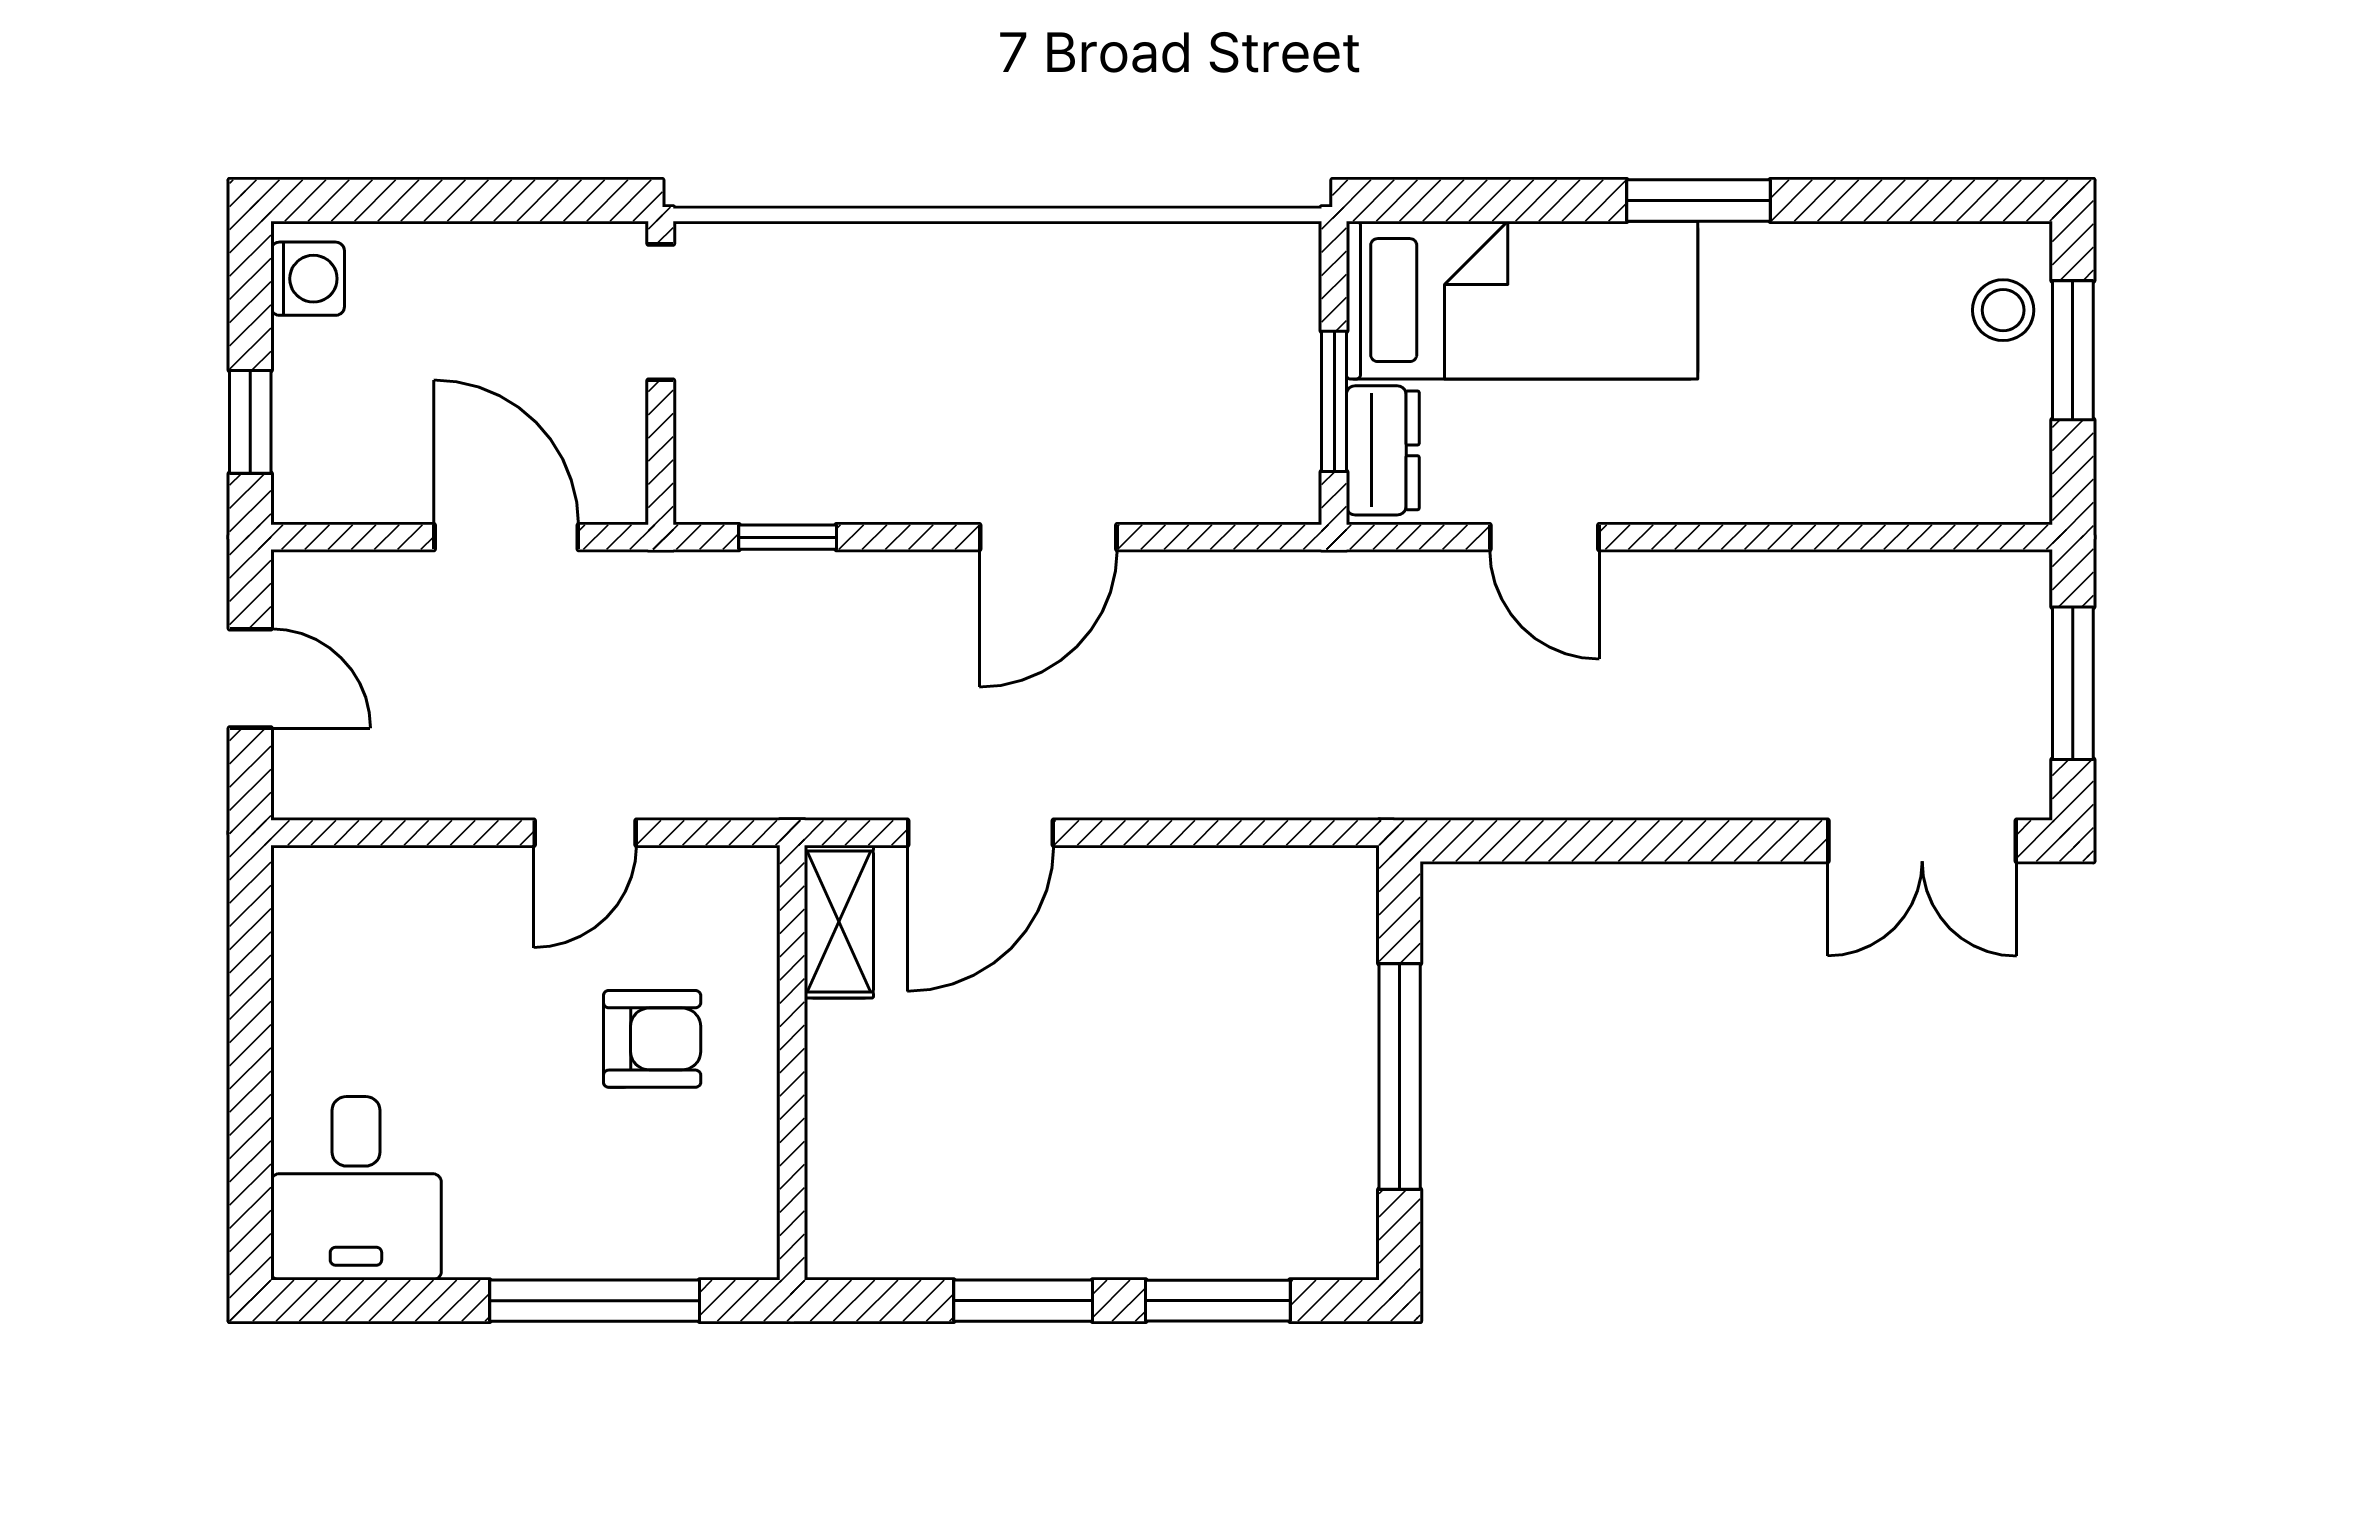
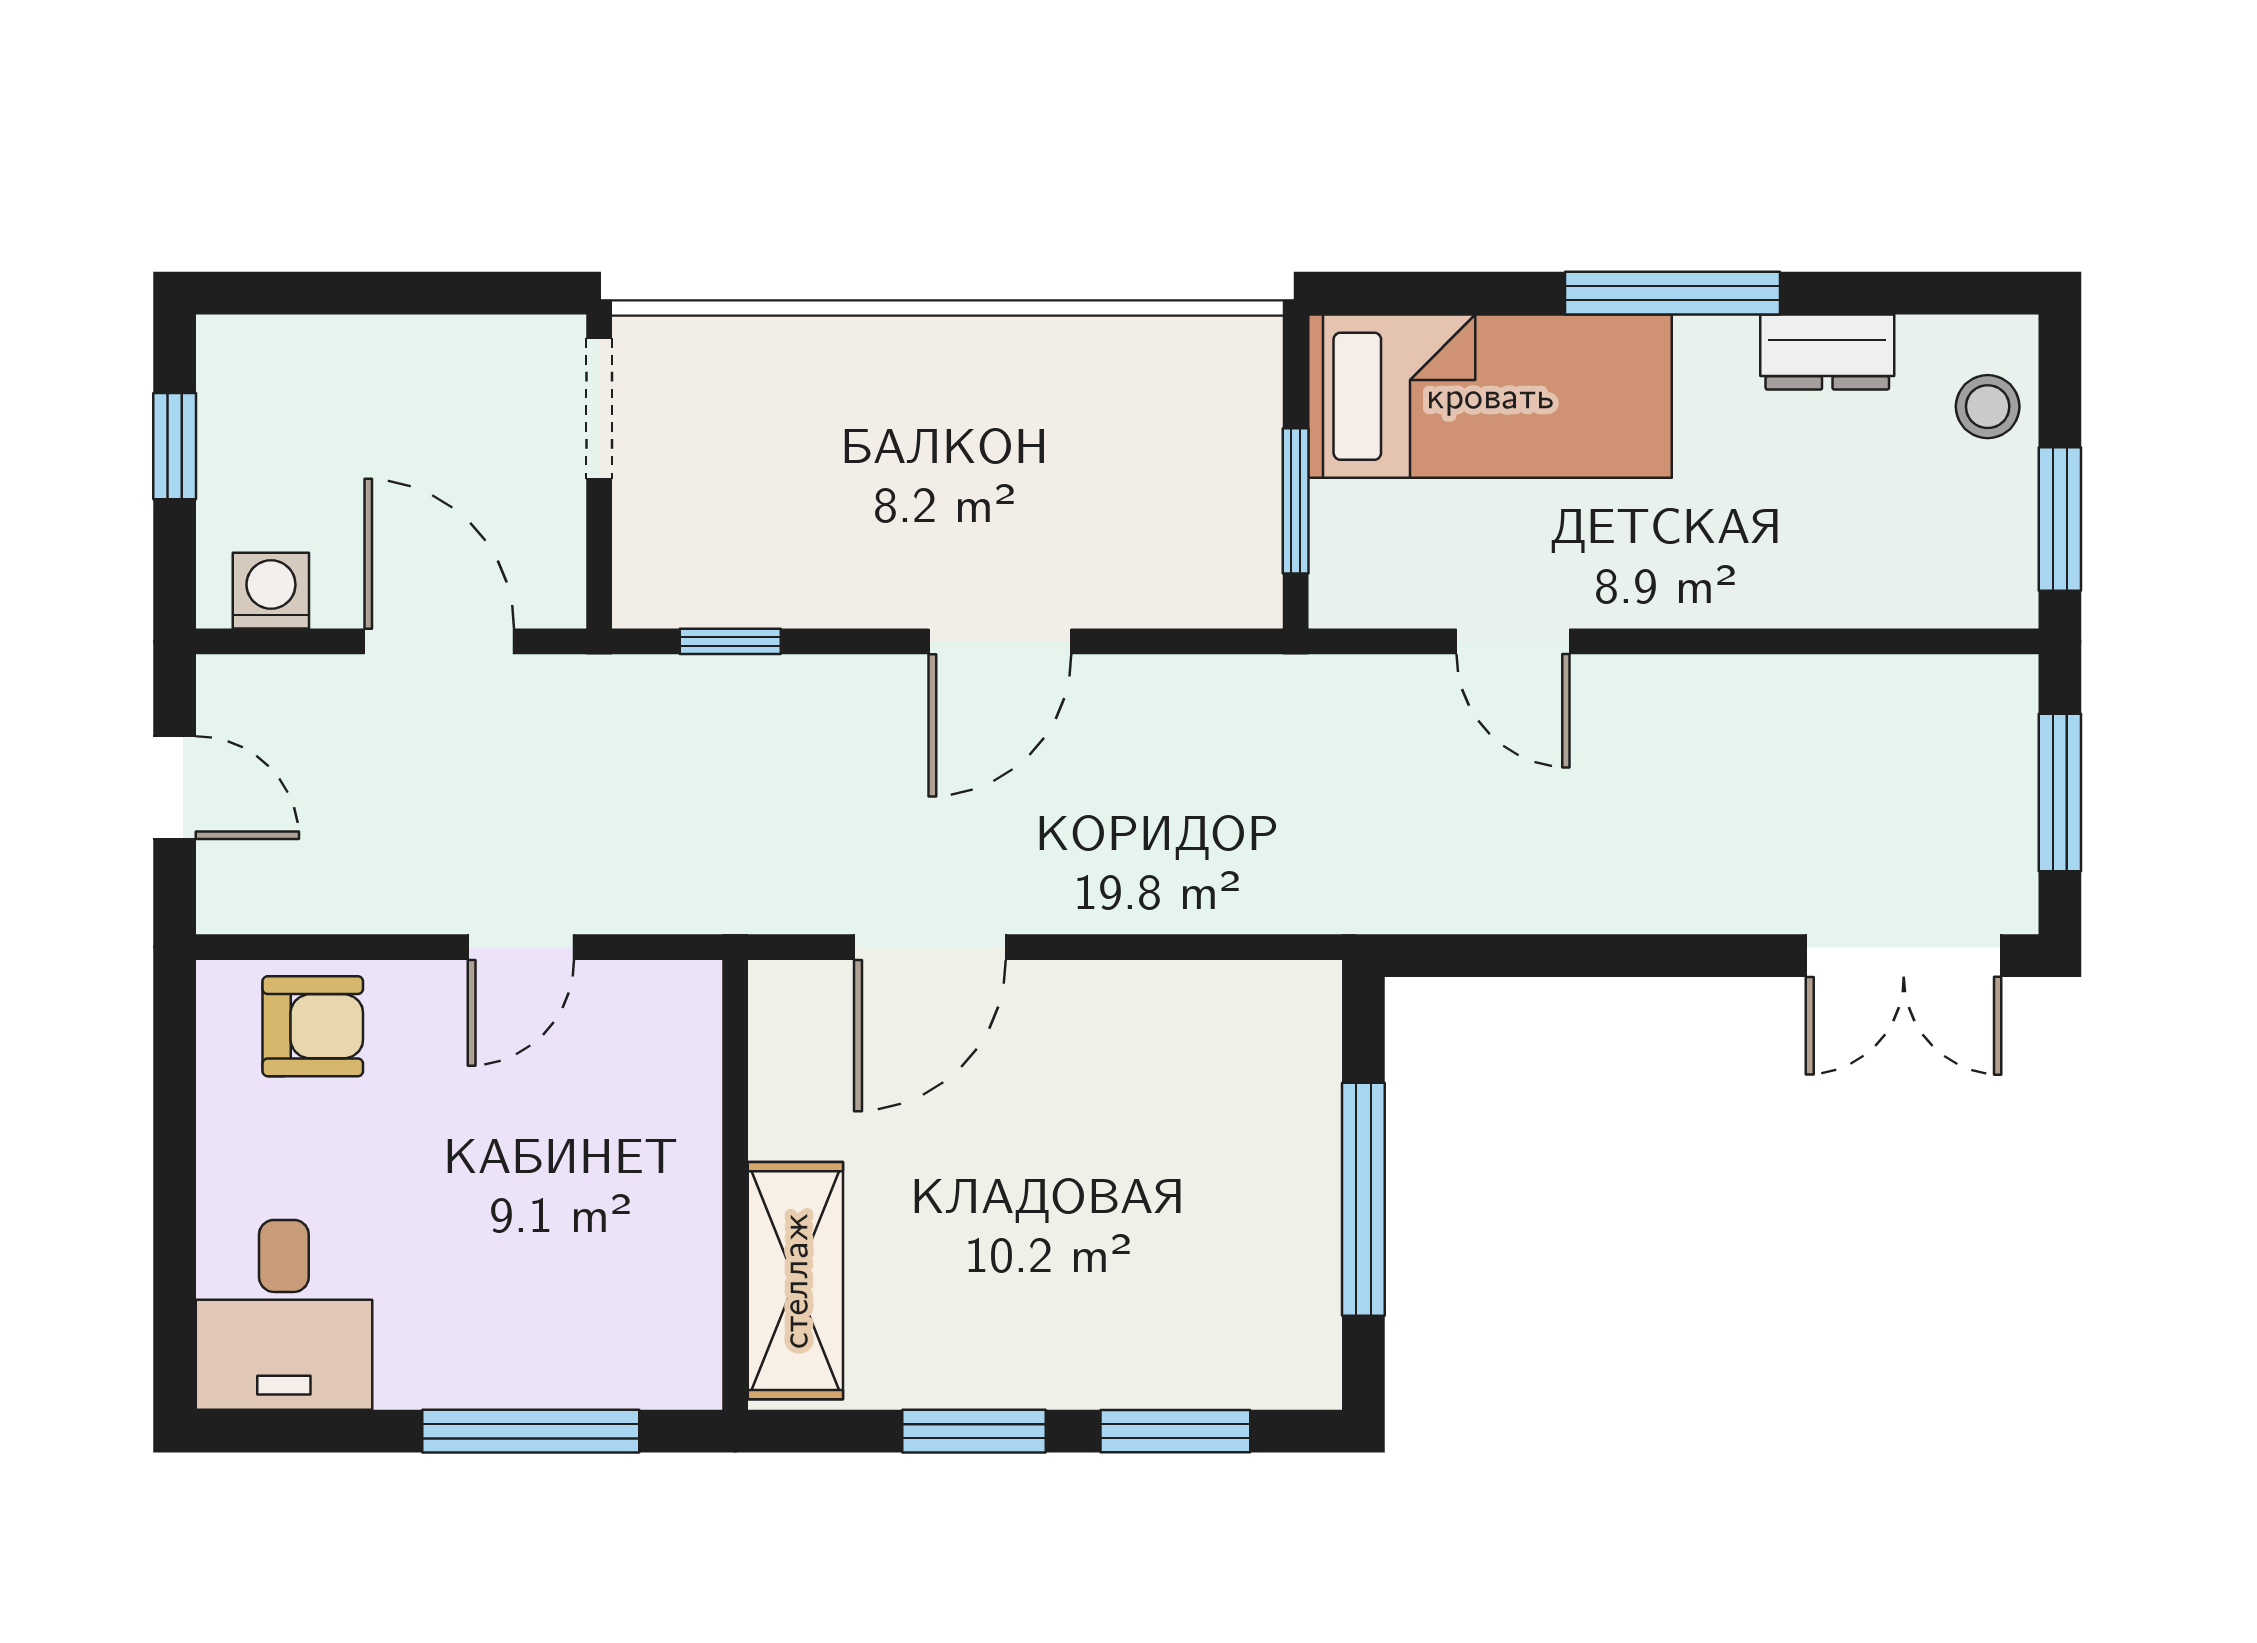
window: (1698, 200) -> (1673, 293), width x1.44
washing machine: (308, 279) -> (271, 591), moved, turned -90
window: (2073, 350) -> (2060, 519), moved
window: (250, 422) -> (175, 446), moved
dresser: (1383, 450) -> (1827, 352), moved, turned 90
shelving: (839, 922) -> (795, 1281), moved, width x1.50, depth x1.33
armchair: (652, 1039) -> (313, 1026), moved

